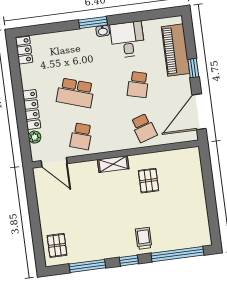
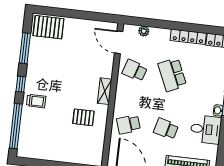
school desk: (75, 93) -> (172, 75), turned -42
locker: (31, 110) -> (188, 37), moved
door: (54, 162) -> (119, 42), hinge flipped
pallet: (57, 245) -> (48, 27), width x1.50, depth x1.42

